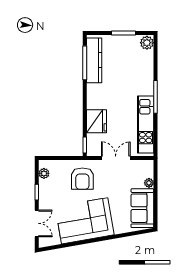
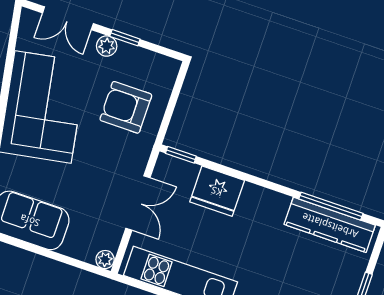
plant: (44, 173) -> (107, 46), moved
armchair: (82, 179) -> (126, 107), moved
plant: (149, 183) -> (105, 260), moved

